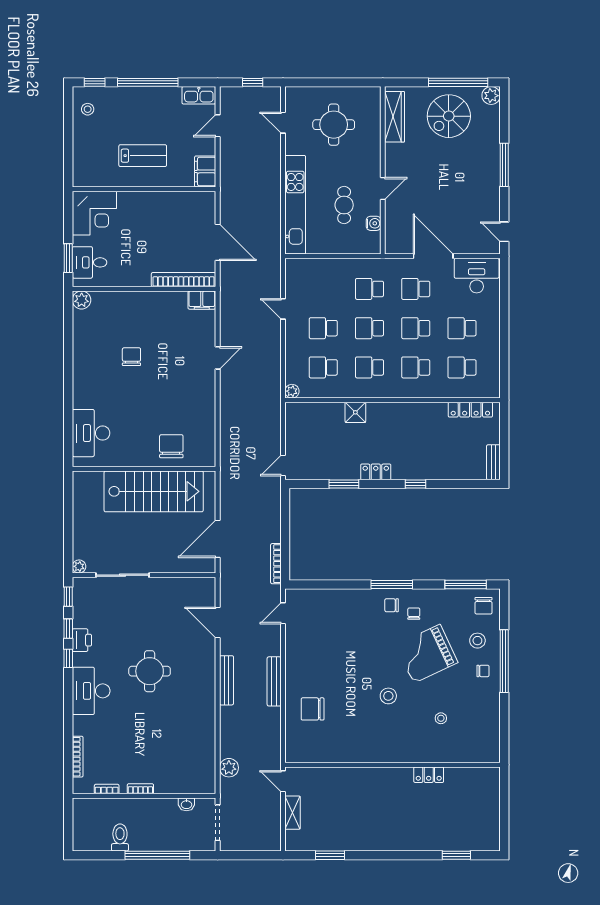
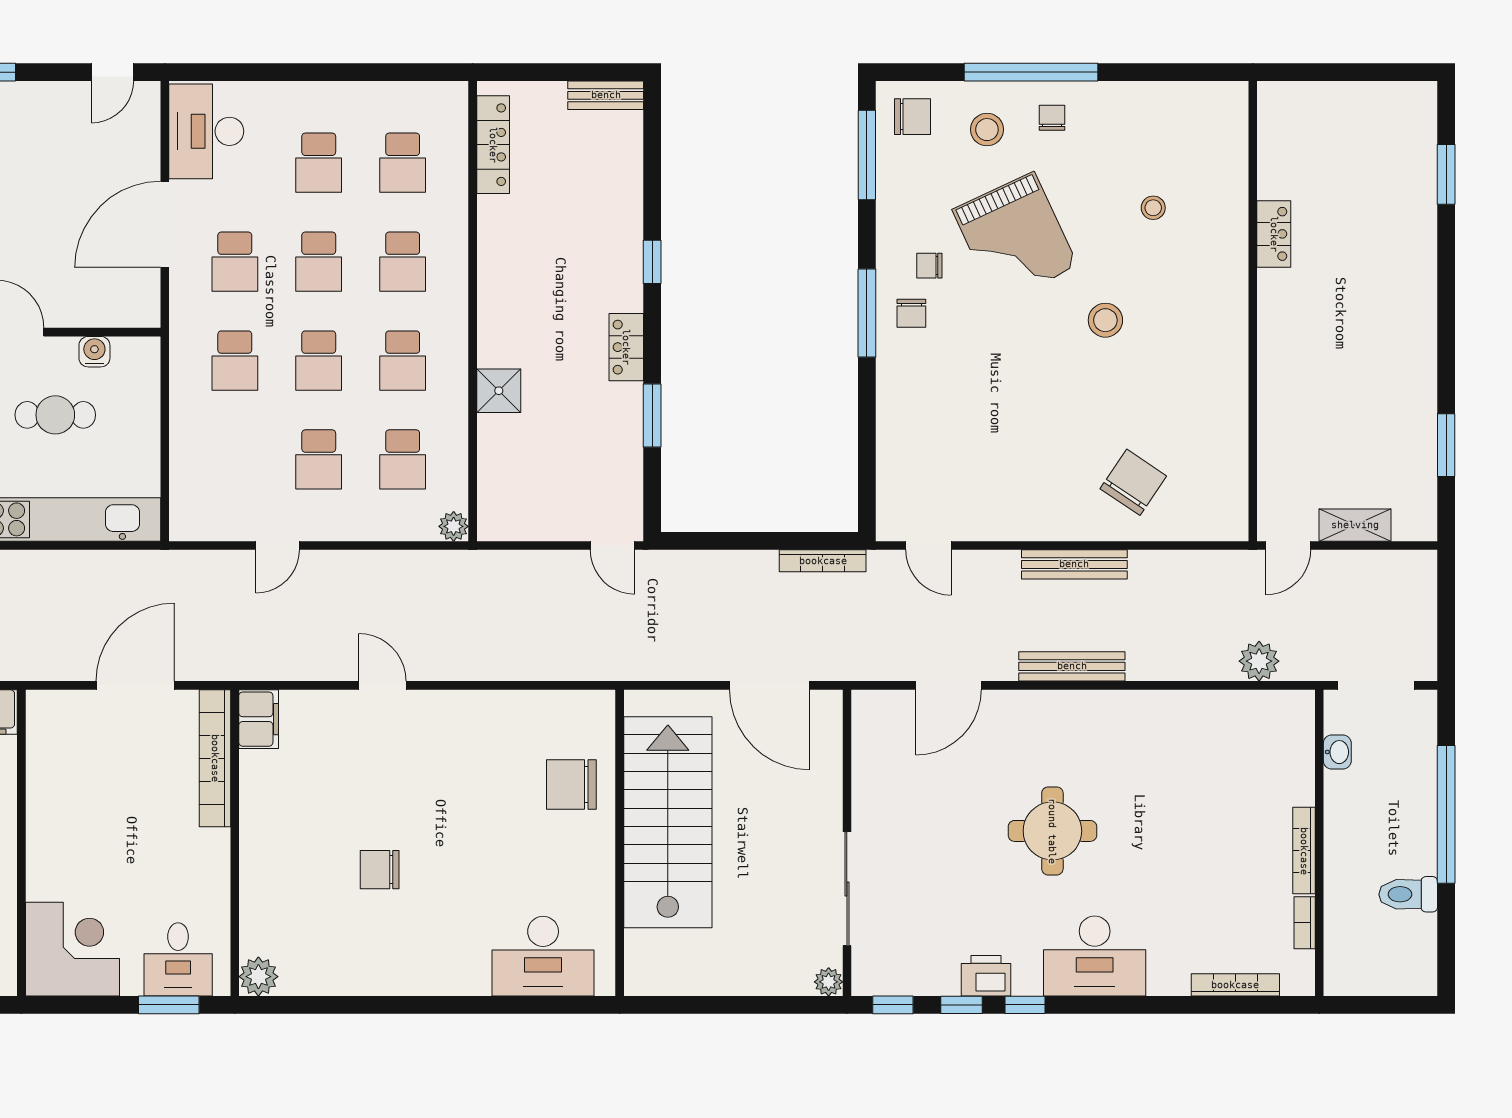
chair: (313, 709) -> (1133, 482), turned -146
bookcase: (140, 789) -> (1304, 851), width x1.56

